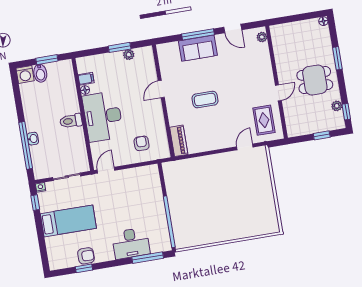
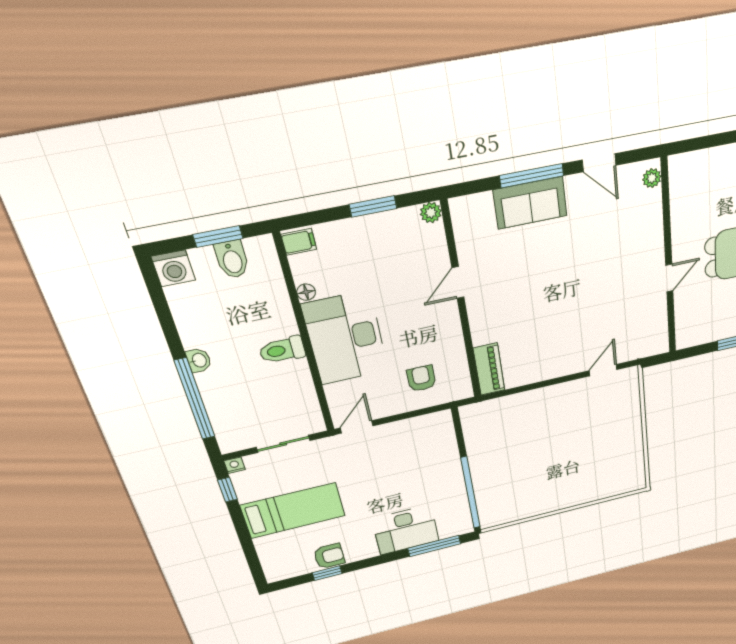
plant: (129, 55) -> (431, 213), moved
bidet: (40, 73) -> (232, 259), moved
filing cabinet: (86, 79) -> (299, 242), moved
coffee table: (205, 100) -> (539, 297), removed
rug: (264, 120) -> (640, 325), removed
washbasin: (33, 139) -> (199, 360), moved

